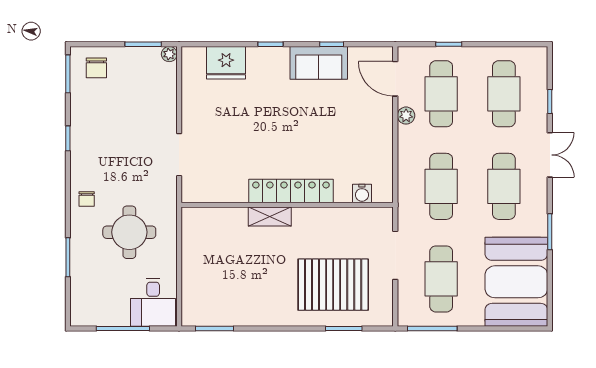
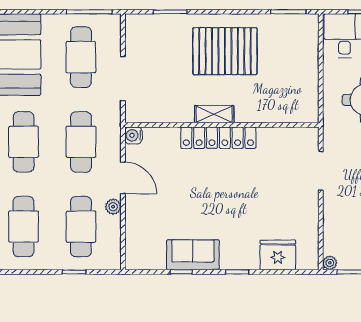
door: (395, 79) -> (123, 178), moved
water cooler: (362, 193) -> (133, 135), moved, turned -90
shelving: (270, 217) -> (214, 114), moved
pallet: (333, 285) -> (225, 51), moved

